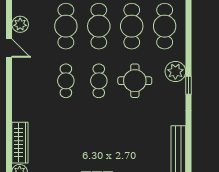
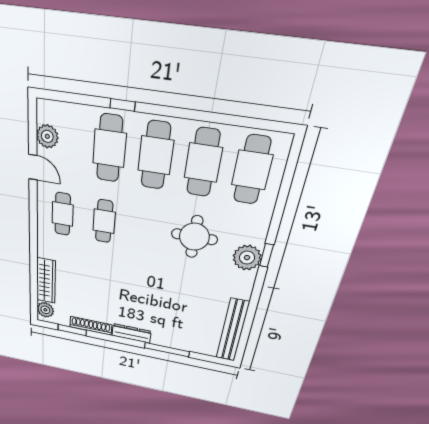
plant: (175, 72) -> (247, 258), moved
cafe table: (99, 81) -> (63, 214), moved

